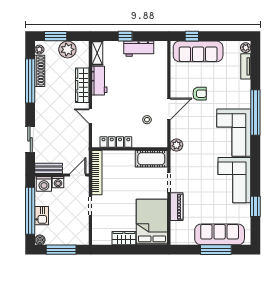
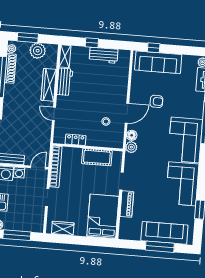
floor lamp: (176, 132) -> (132, 135), added
locker: (116, 142) -> (76, 140), width x0.66
cot: (151, 159) -> (97, 157), moved
wardrobe: (124, 238) -> (63, 228), moved

